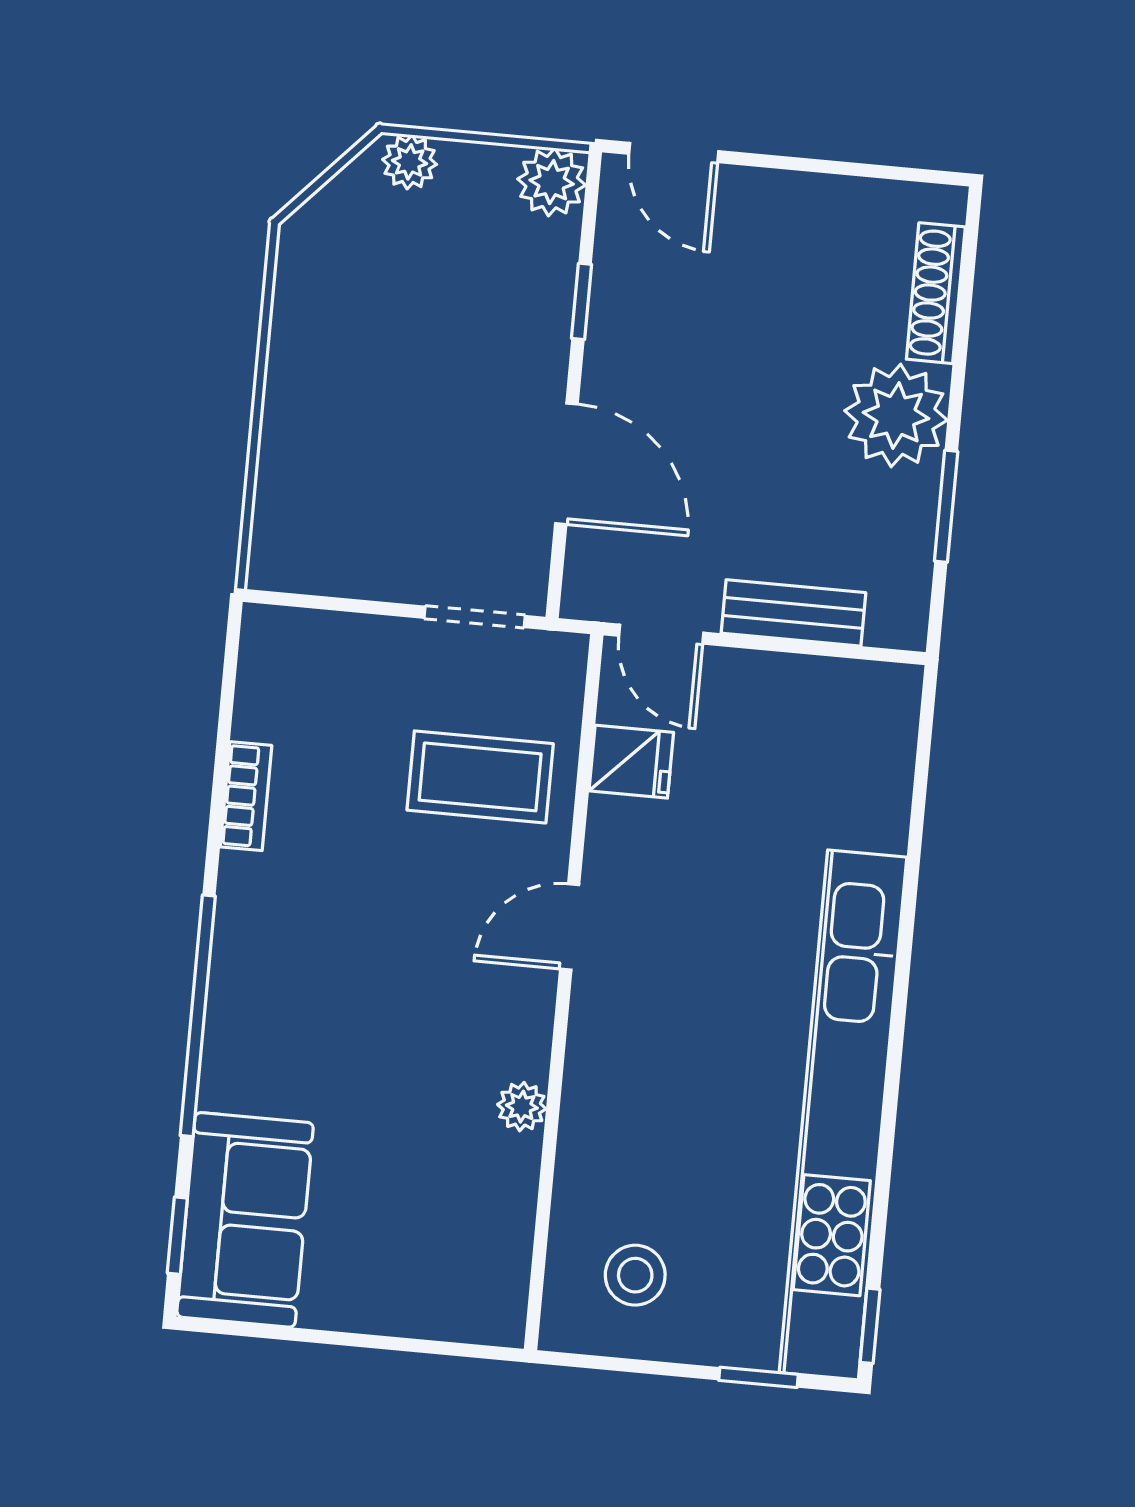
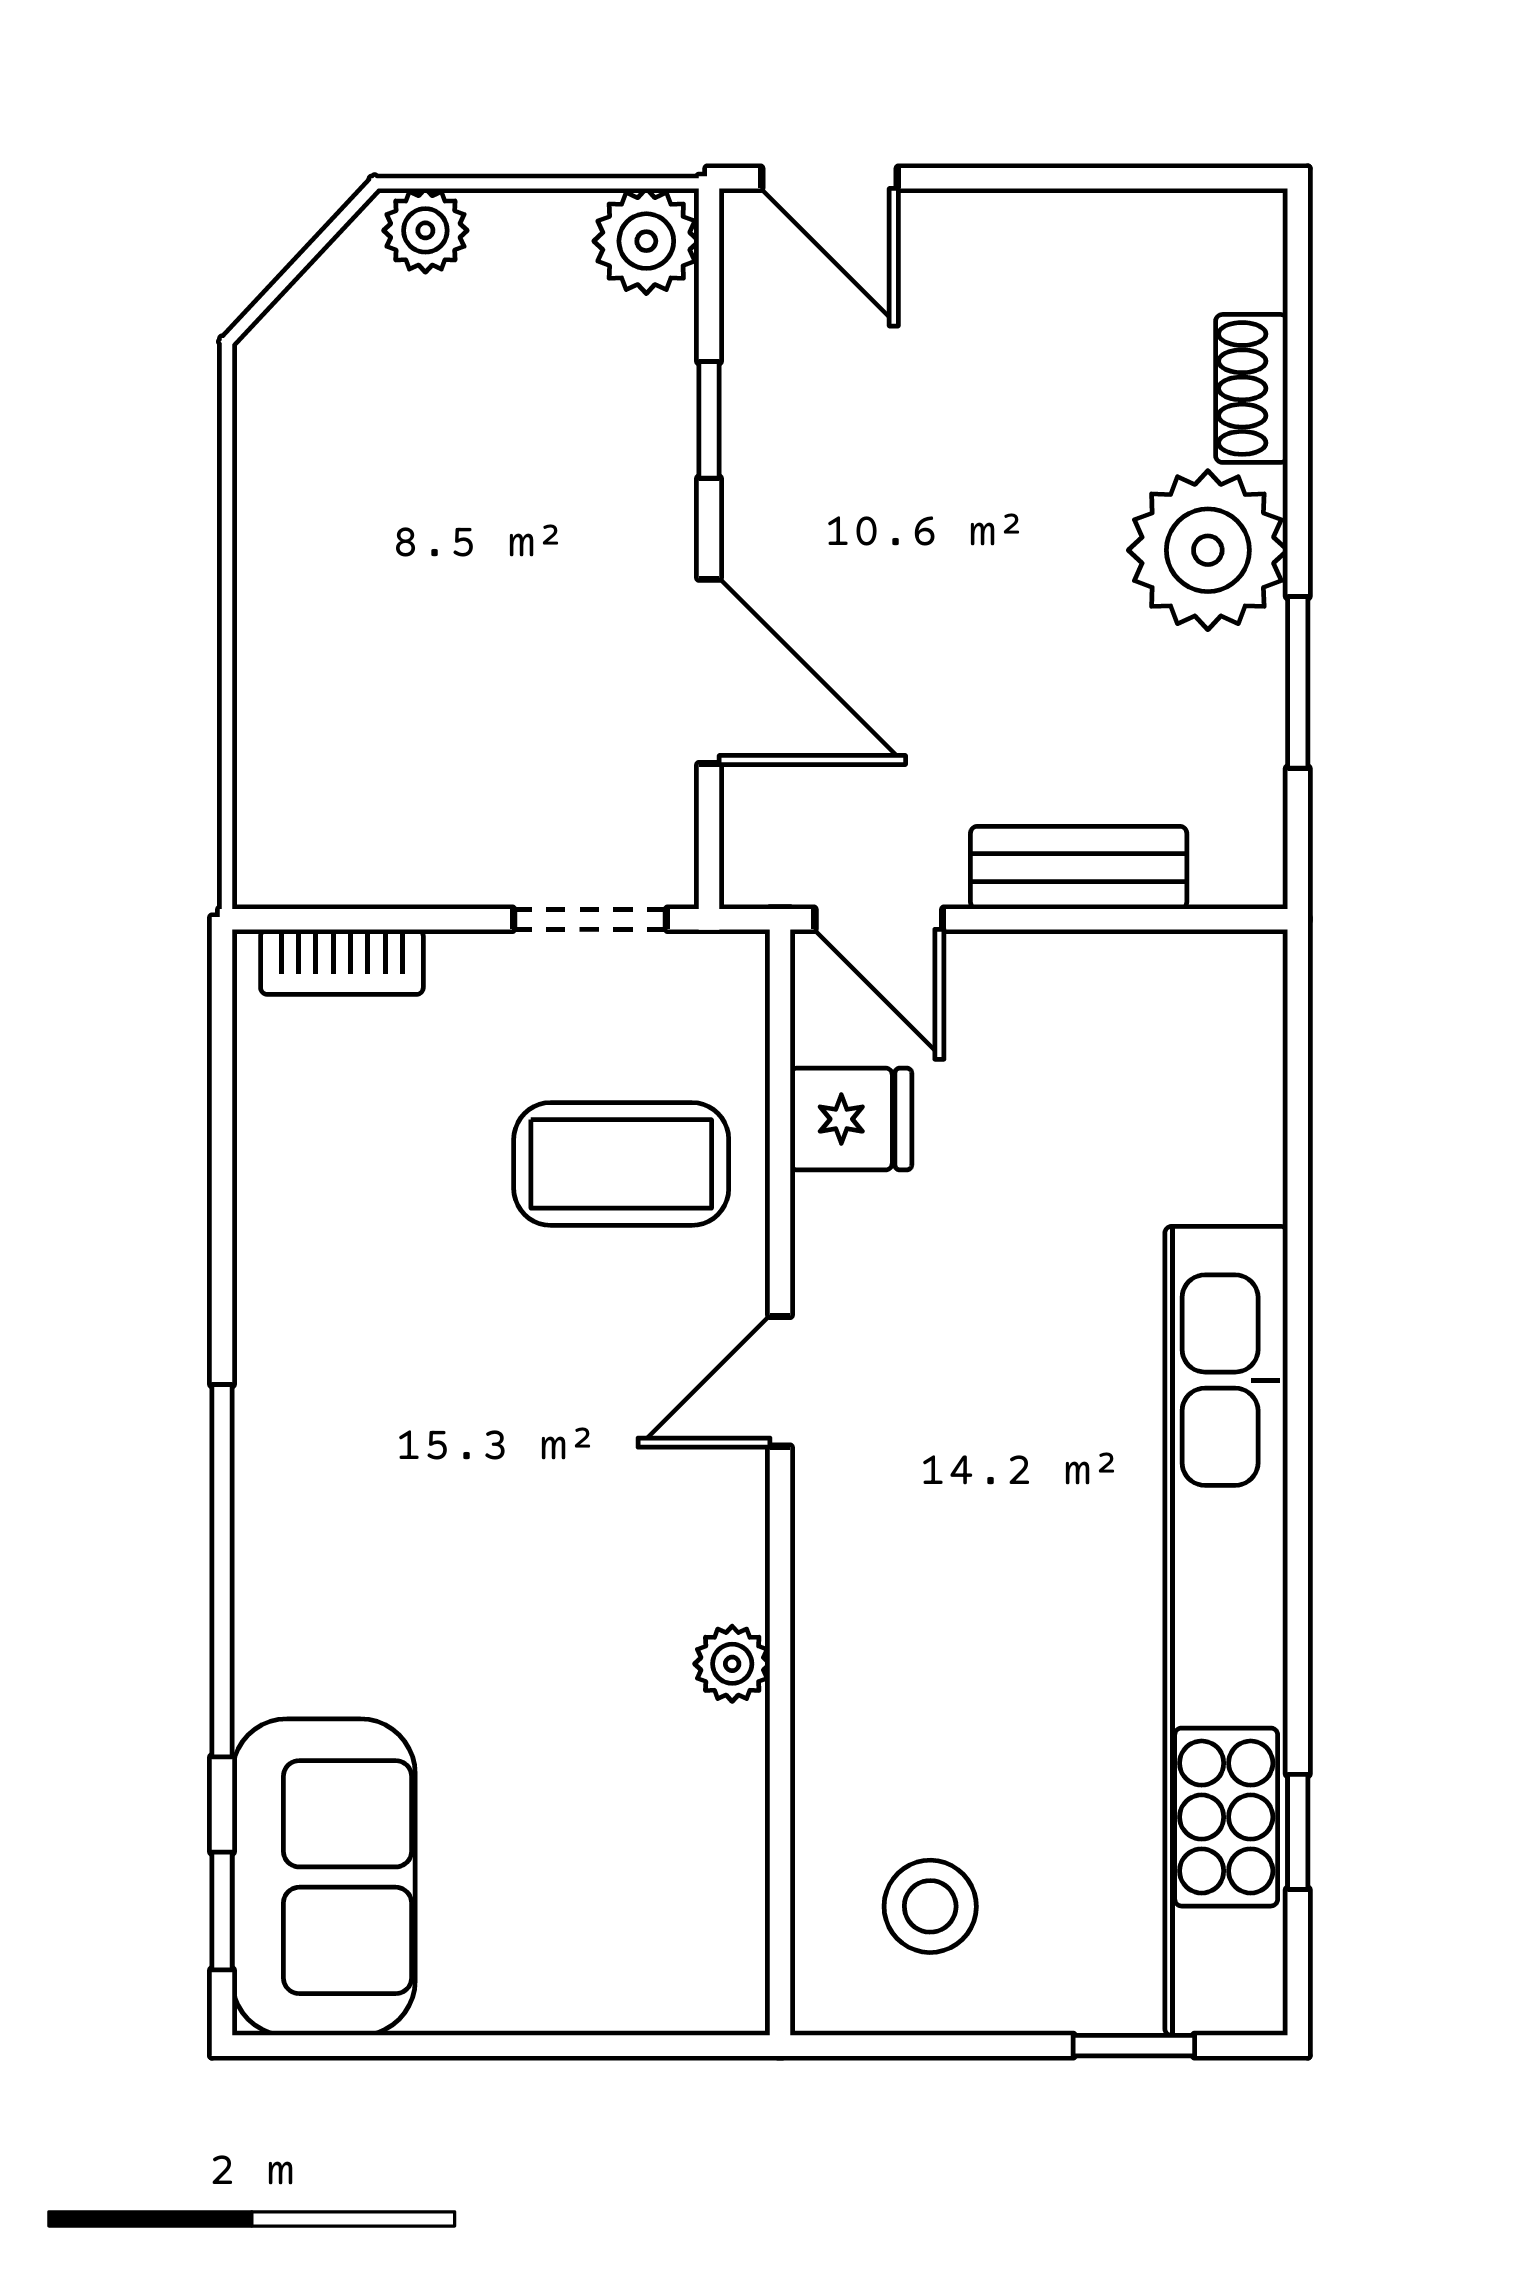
shoe rack: (936, 293) -> (1252, 388), width x0.70
bookcase: (246, 796) -> (342, 962), moved, turned 90
window: (870, 1326) -> (1298, 1832), moved

